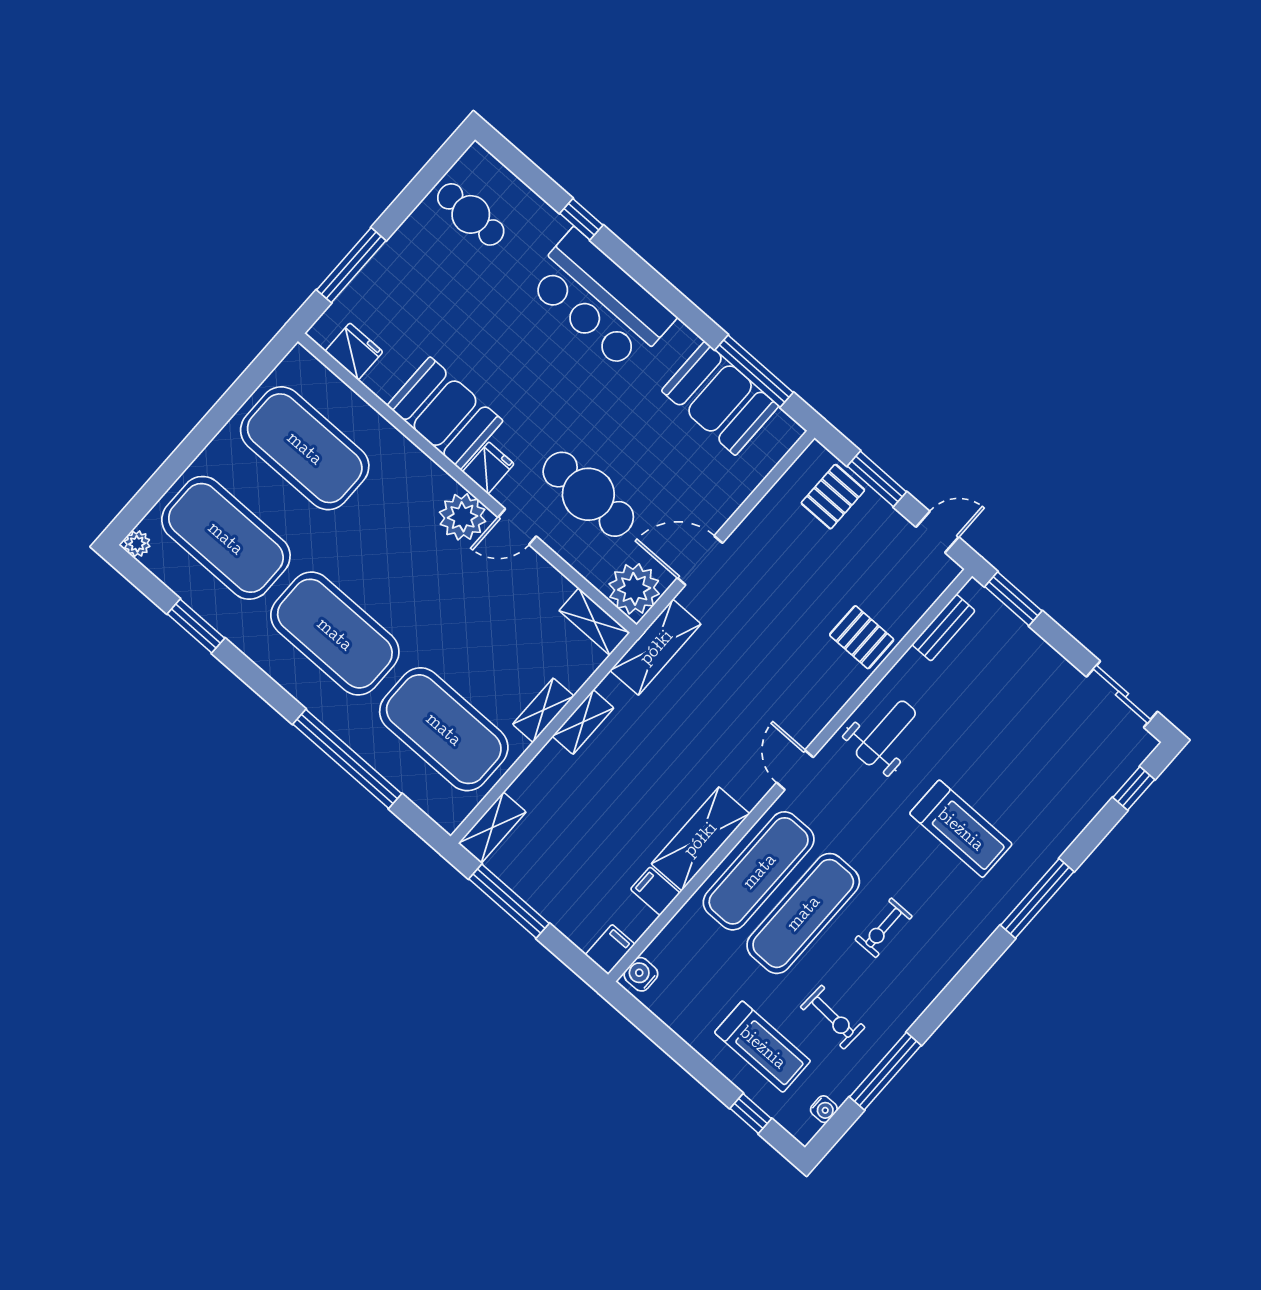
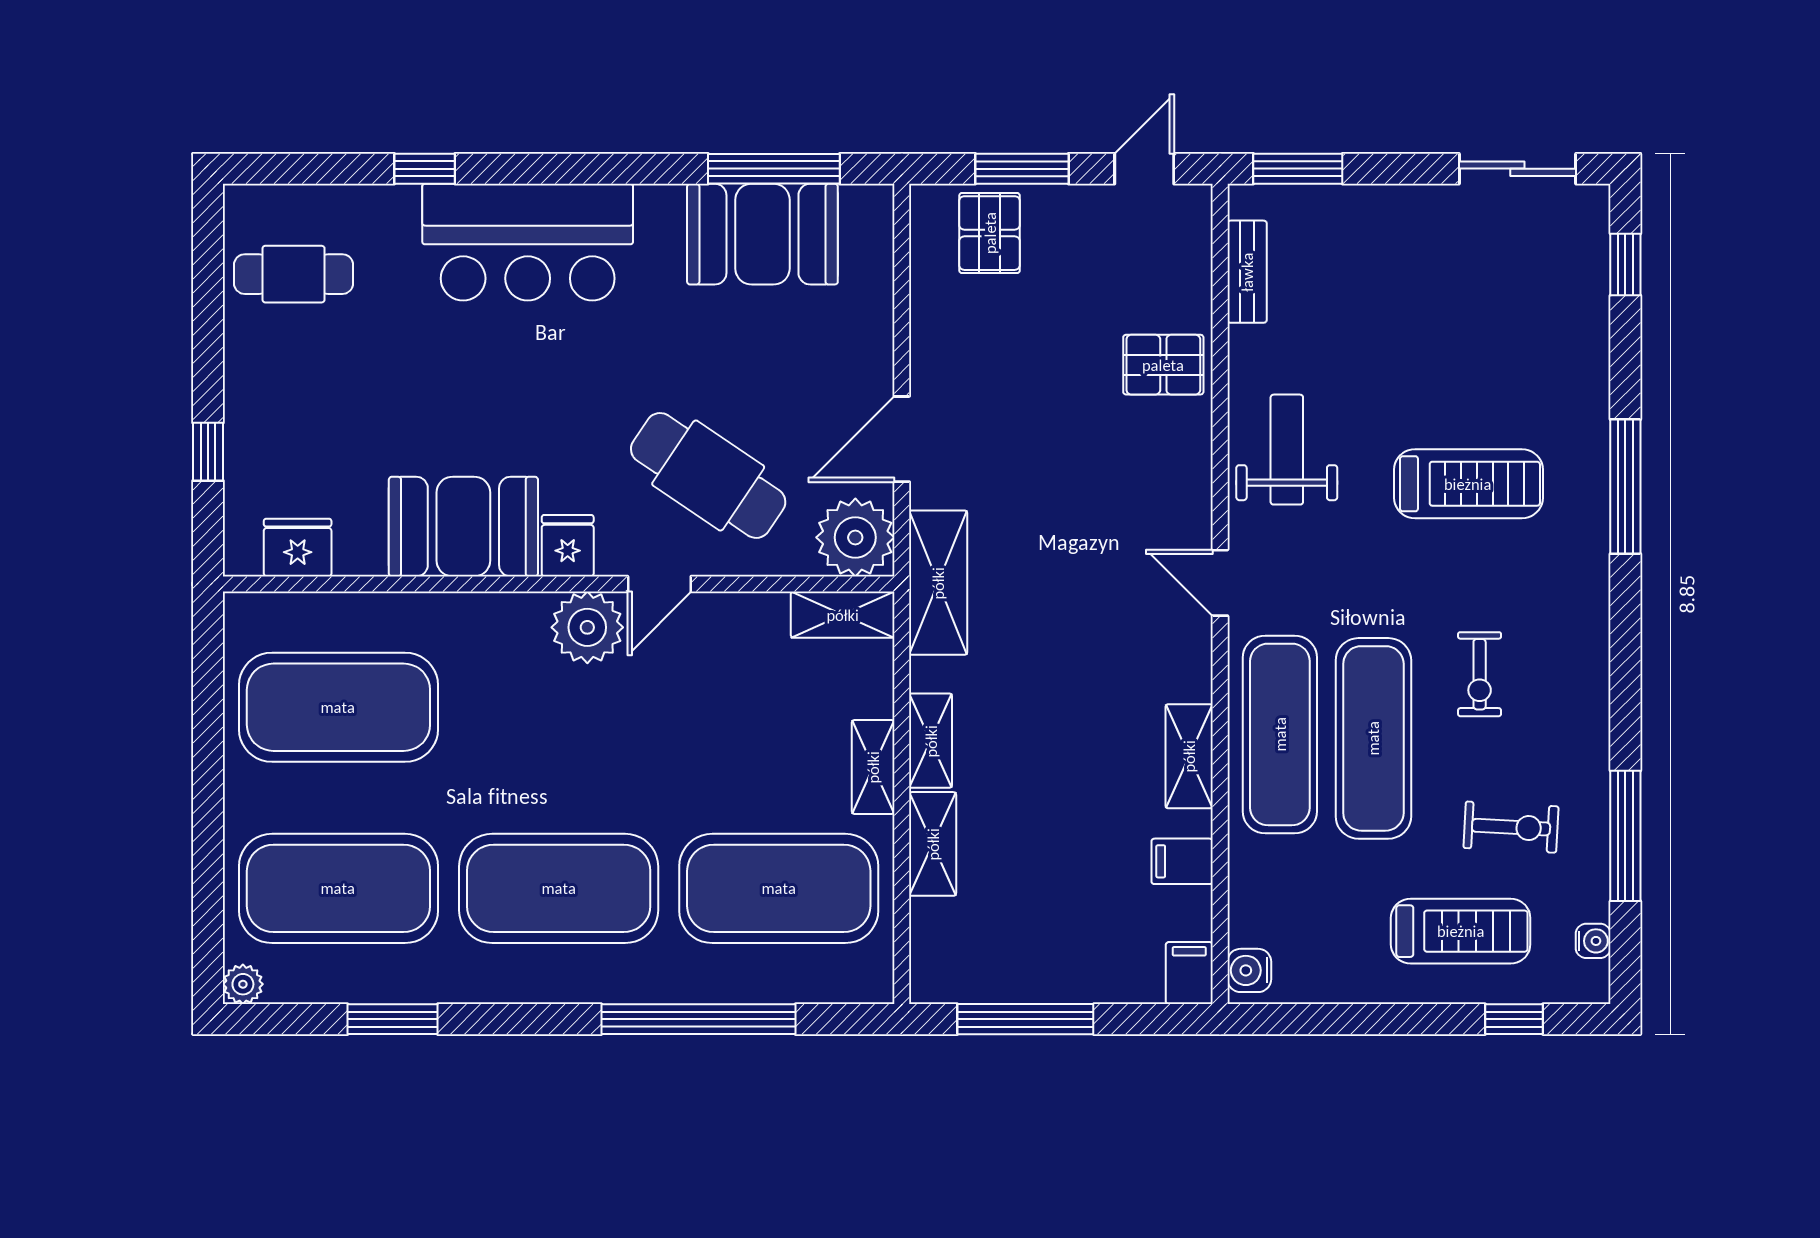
window: (351, 265) -> (208, 452), width x0.46
cafe table: (588, 494) -> (708, 475), turned 34
shelving: (492, 828) -> (933, 844), moved
shelving: (700, 839) -> (1189, 756), width x0.67, depth x0.75

